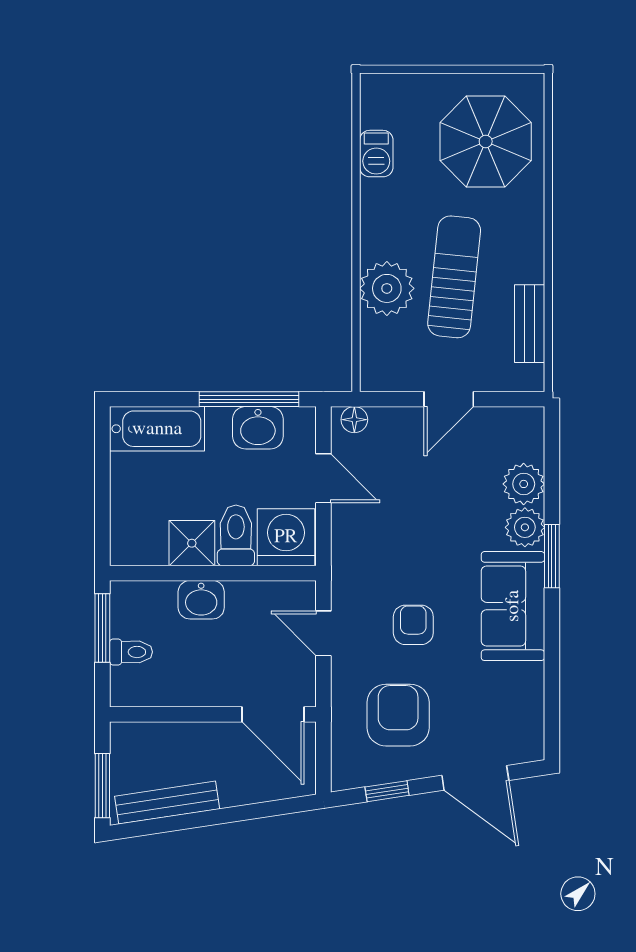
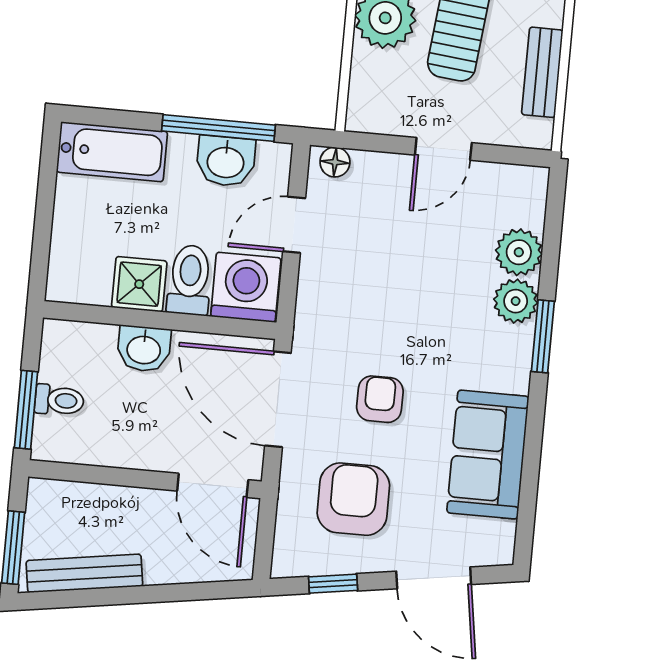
door: (323, 478) -> (294, 225), swing flipped
sofa: (513, 606) -> (488, 455), moved
window: (102, 628) -> (26, 410), moved
door: (323, 633) -> (278, 399), width x1.88

